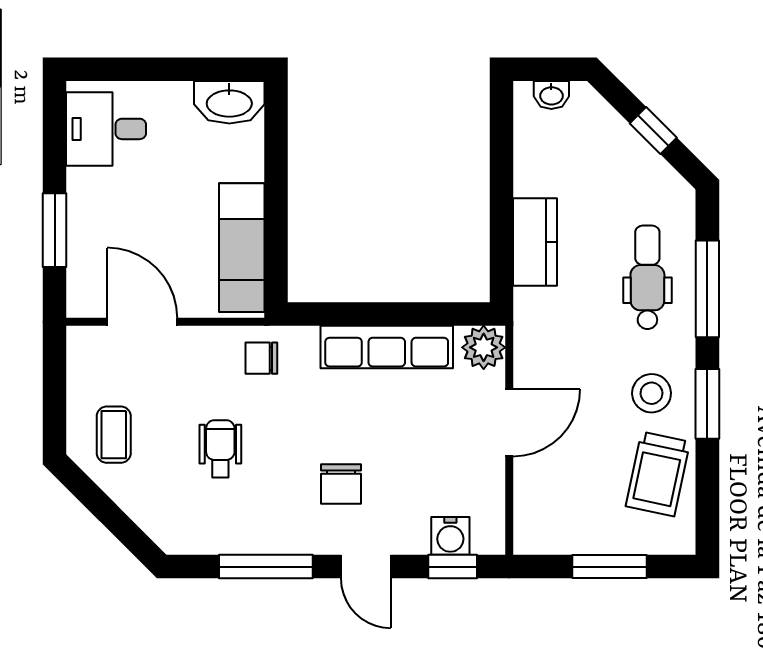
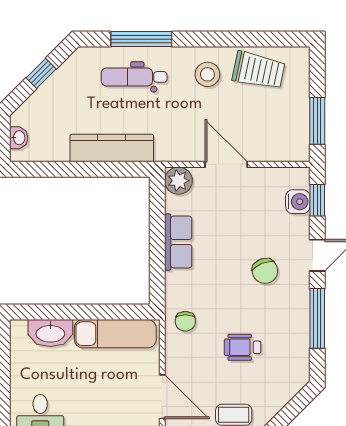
washbasin: (229, 102) -> (50, 333), moved, turned 90
kitchen counter: (535, 242) -> (112, 148), width x1.50
door: (142, 322) -> (162, 397), swing flipped
row of seats: (387, 347) -> (178, 242), width x0.68
window: (707, 404) -> (214, 39), removed
chair: (341, 484) -> (265, 271), turned 68
window: (609, 567) -> (317, 121), moved

